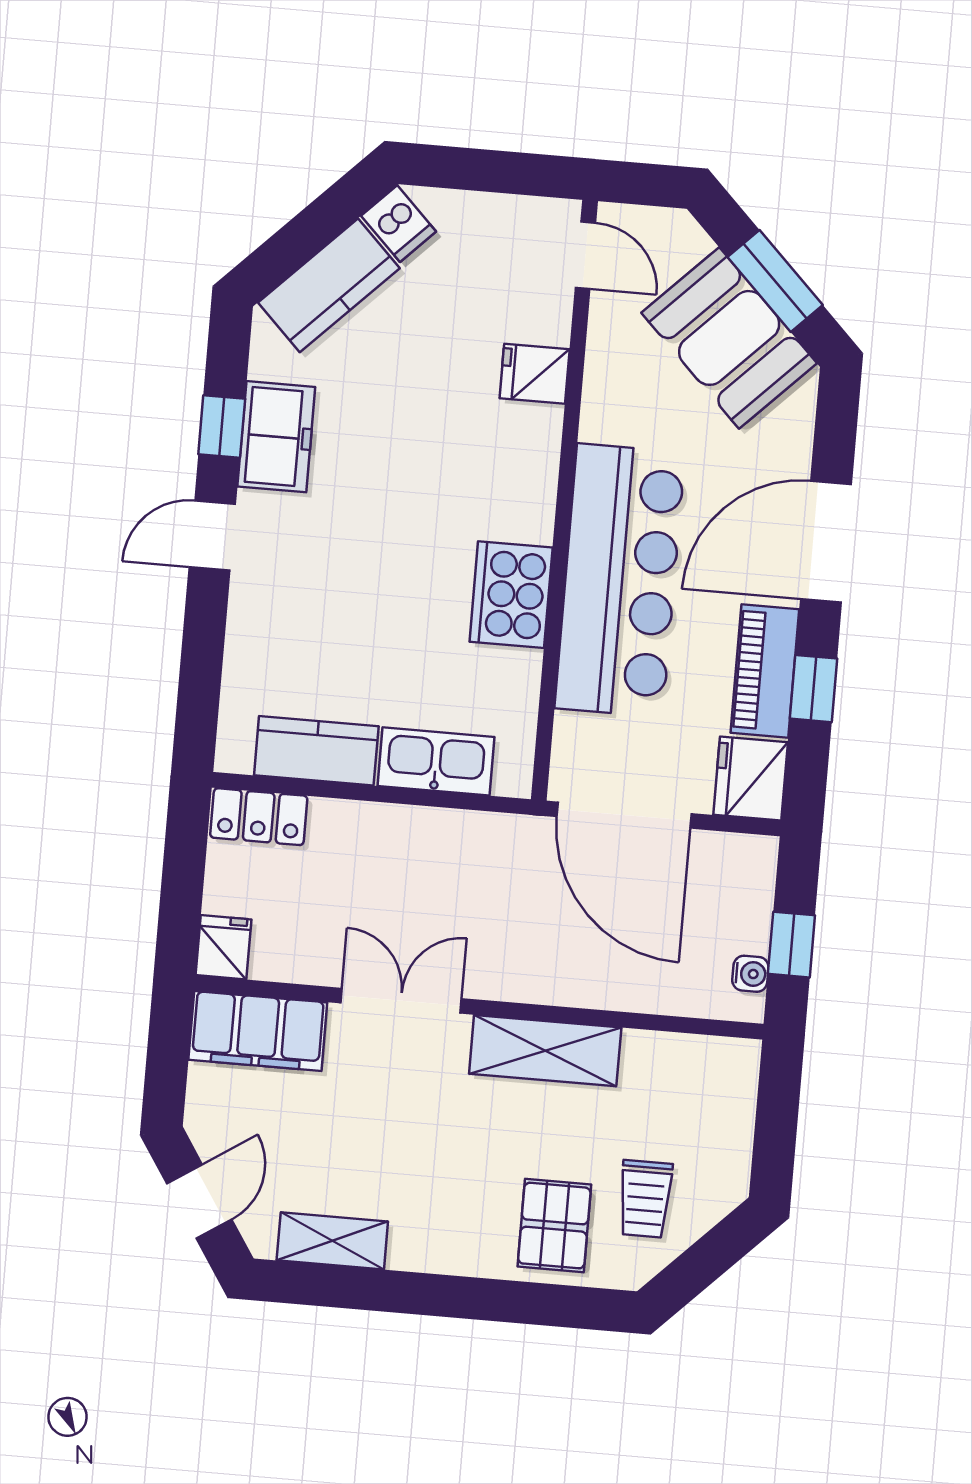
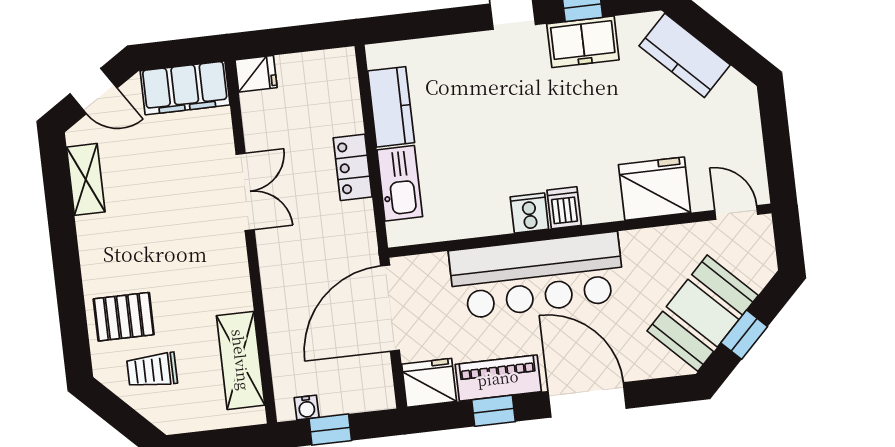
dishwasher: (399, 224) -> (564, 208), moved, turned 135
door: (585, 255) -> (736, 212), swing flipped
window: (775, 281) -> (744, 335), width x0.67
fridge: (535, 374) -> (655, 189), width x1.88, depth x1.34
cooker: (511, 595) -> (529, 213), width x0.53, depth x0.76
locker: (259, 817) -> (353, 167), moved
filing cabinet: (258, 1031) -> (185, 88), moved, turned -90
shelving: (545, 1051) -> (241, 360), moved

